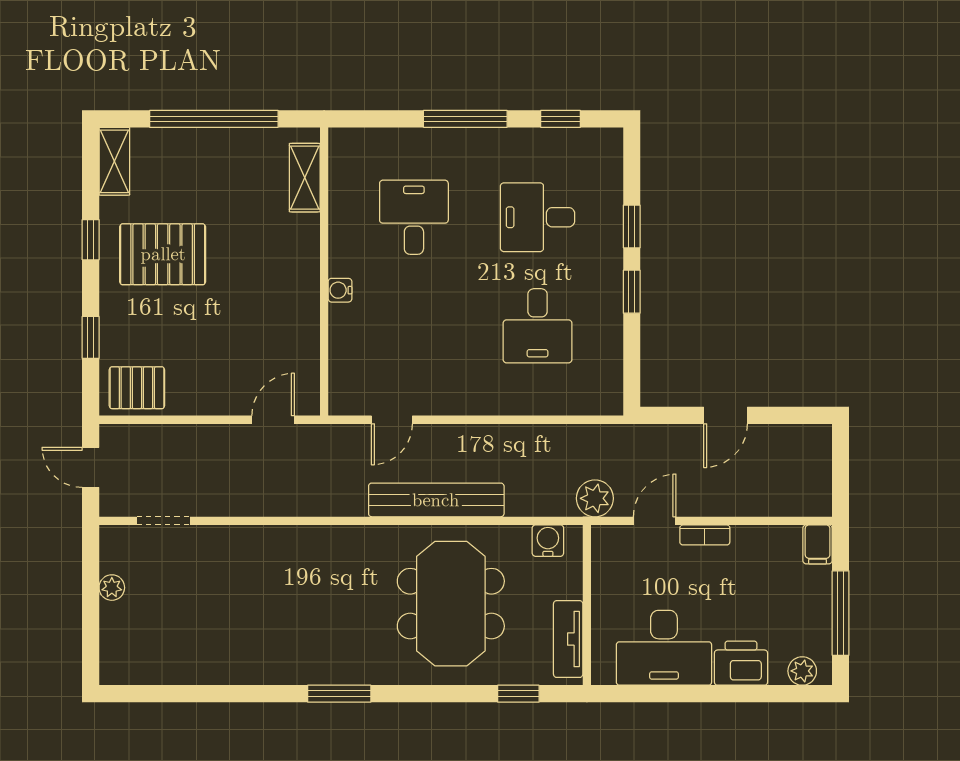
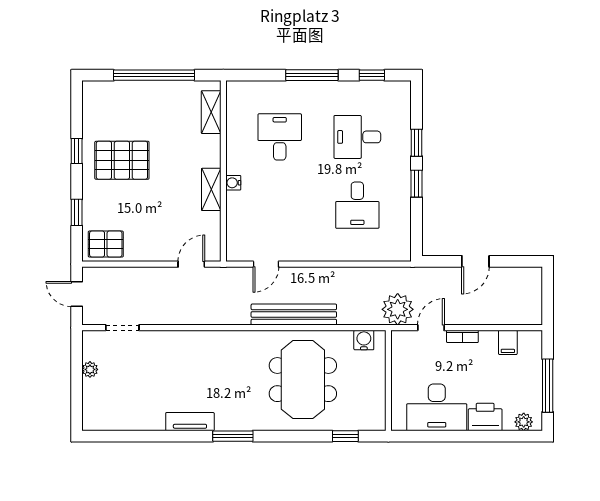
shelving: (114, 161) -> (211, 189), moved
plant: (595, 498) -> (398, 309), width x1.36, depth x1.36
filing cabinet: (818, 544) -> (508, 342), moved
tv unit: (568, 639) -> (190, 422), moved, turned 90

